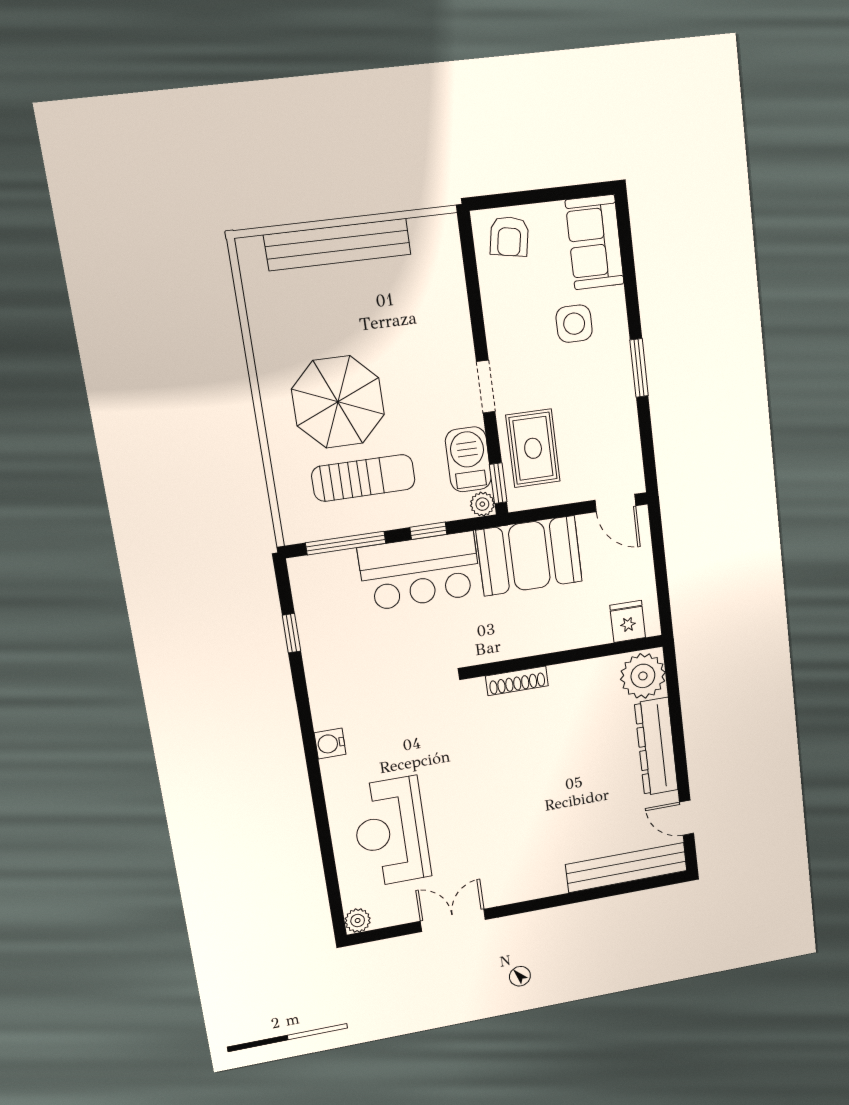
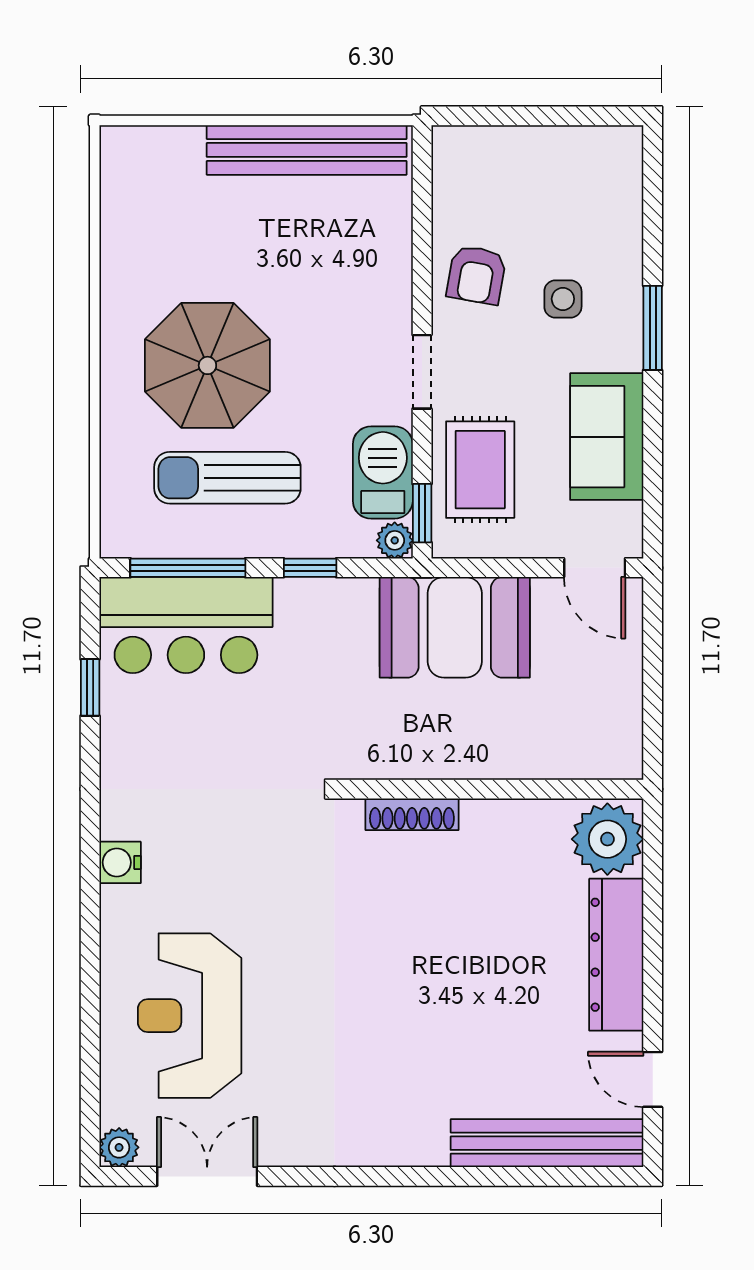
armchair: (509, 236) -> (476, 275), moved
sofa: (595, 242) -> (607, 437), moved
bench: (338, 245) -> (307, 150), moved
side table: (574, 324) -> (563, 299), width x0.73, depth x0.73
window: (639, 368) -> (653, 328), moved
sun lounger: (363, 478) -> (227, 478), turned 180
bar counter: (420, 571) -> (186, 625), moved
fridge: (628, 621) -> (593, 750), removed
double door: (453, 920) -> (207, 1176), moved

